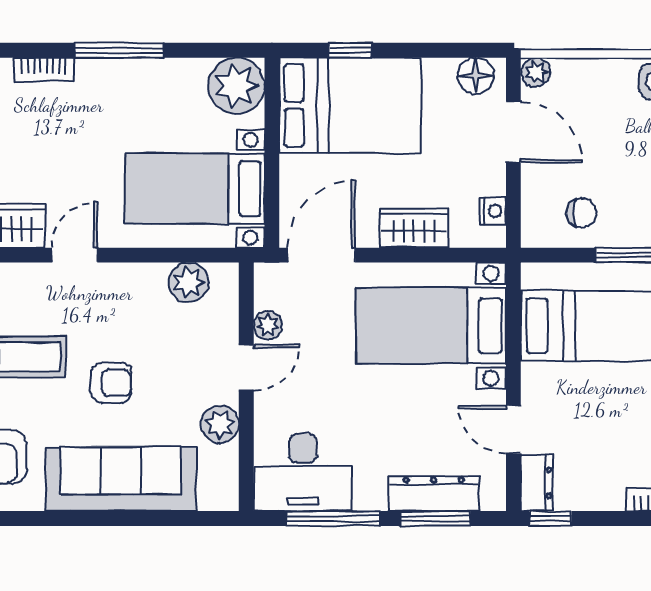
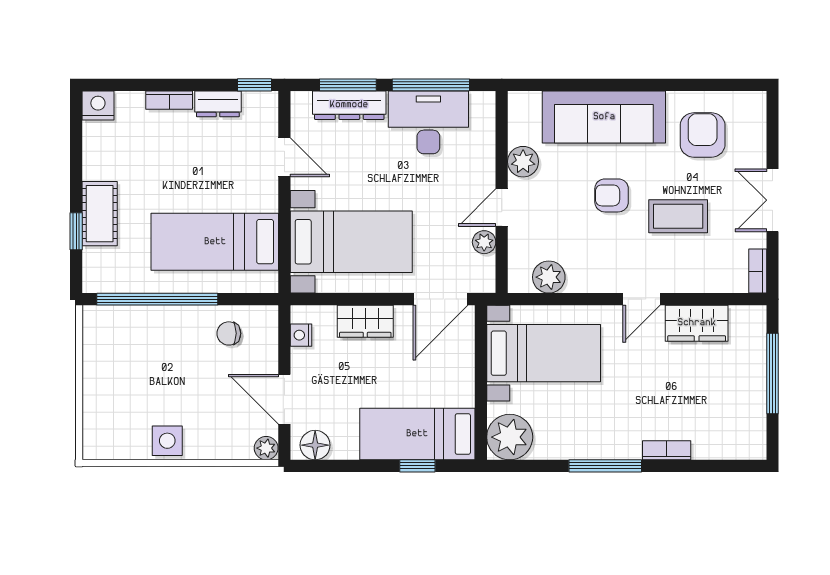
bed: (350, 105) -> (417, 434), width x0.67
desk: (303, 472) -> (428, 122), moved
dresser: (537, 483) -> (218, 104), moved, turned -90

